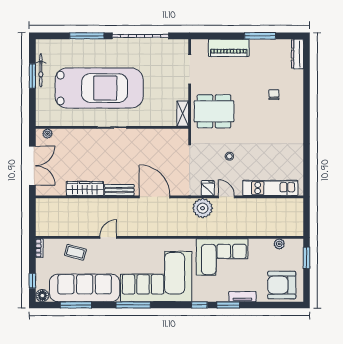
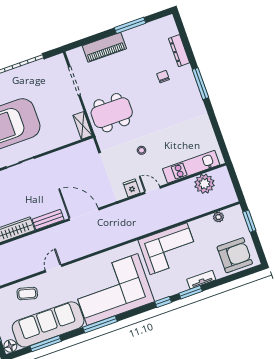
dresser: (297, 54) -> (179, 51), moved
window: (306, 113) -> (200, 84), added
plant: (203, 208) -> (204, 184), moved
armchair: (282, 285) -> (235, 255), turned 180

